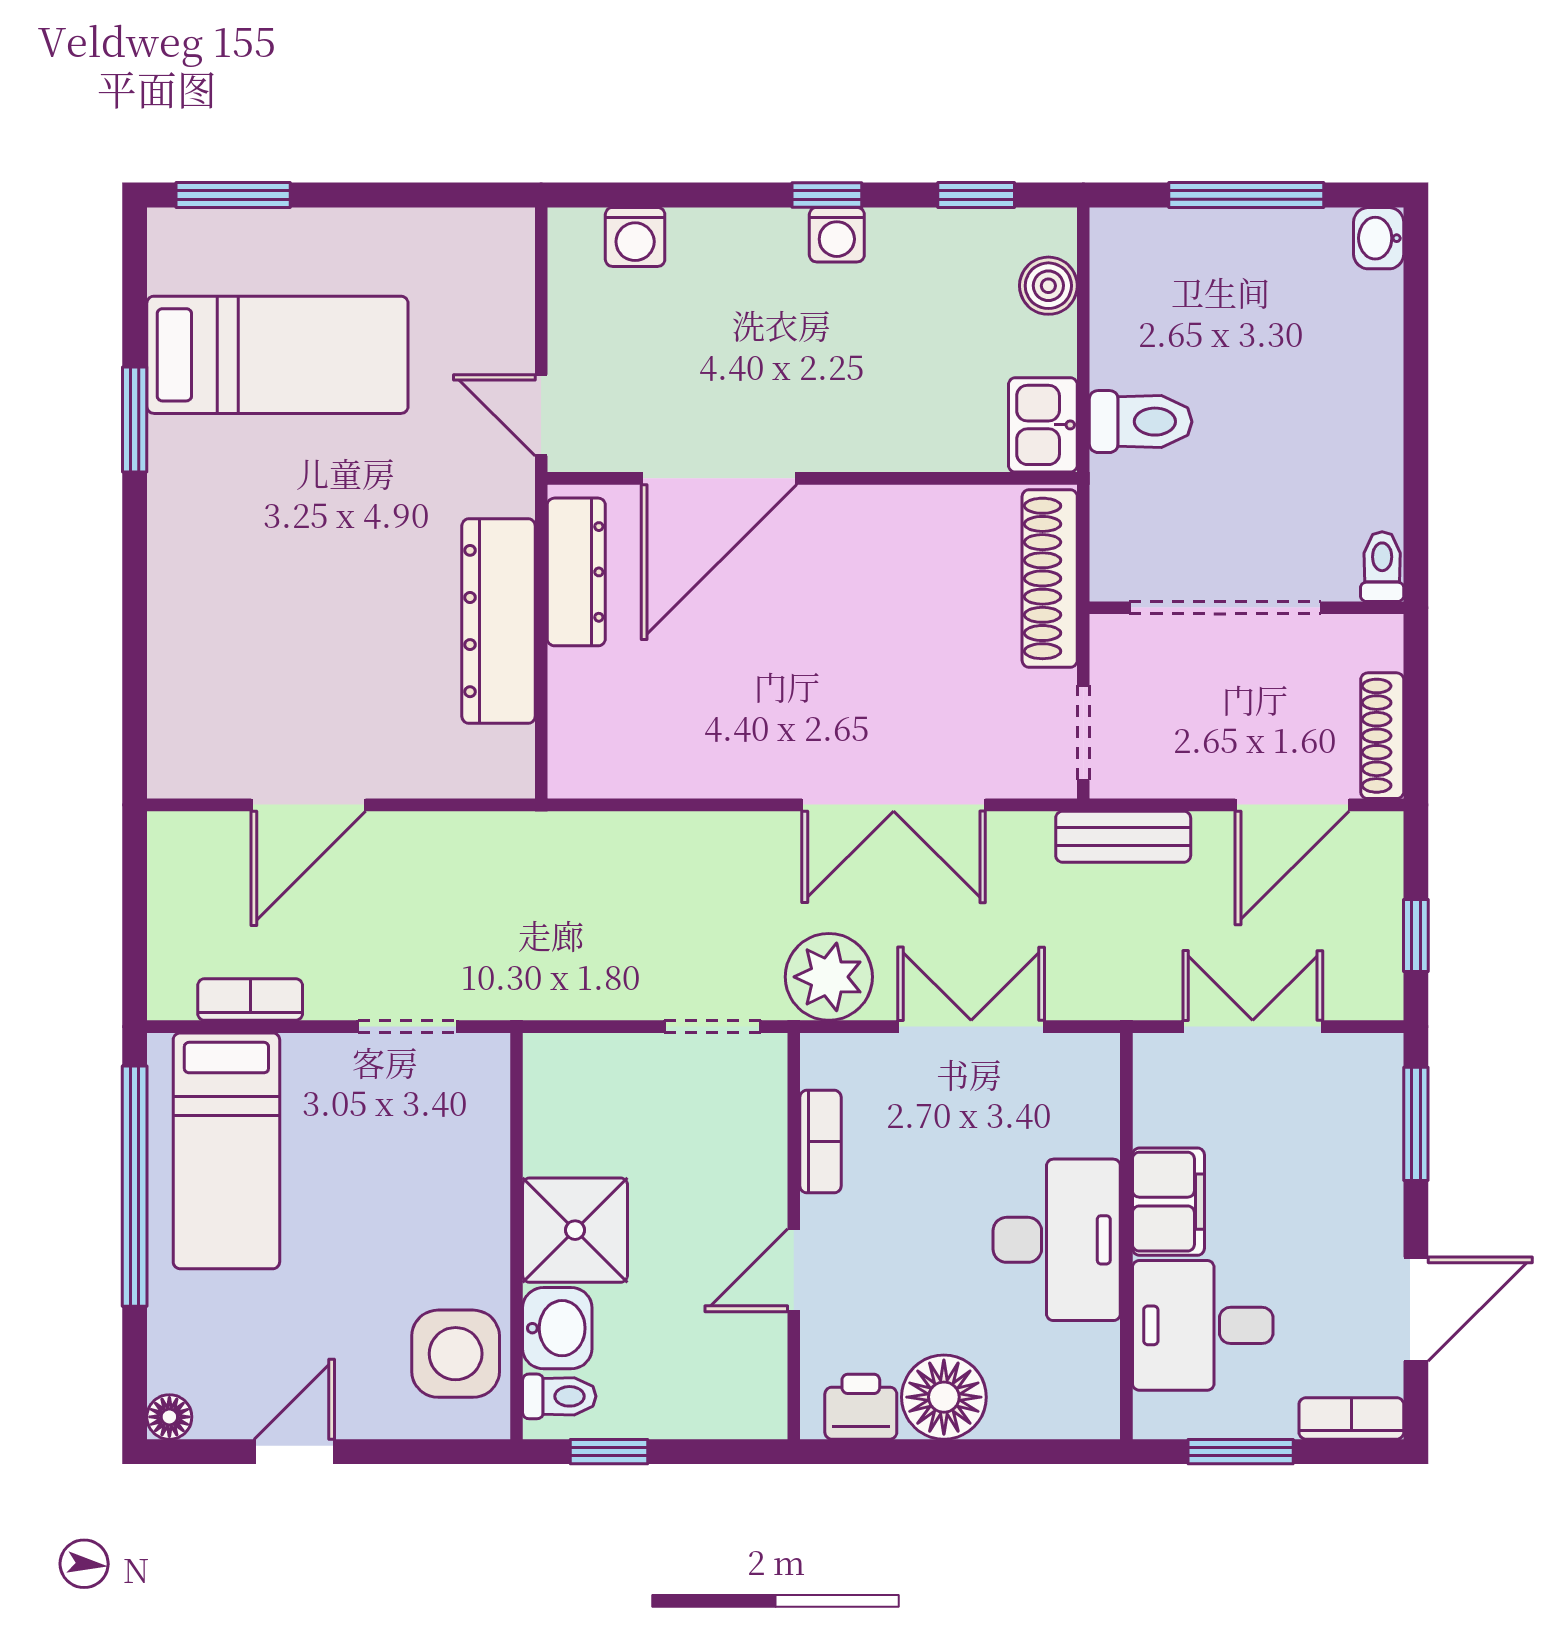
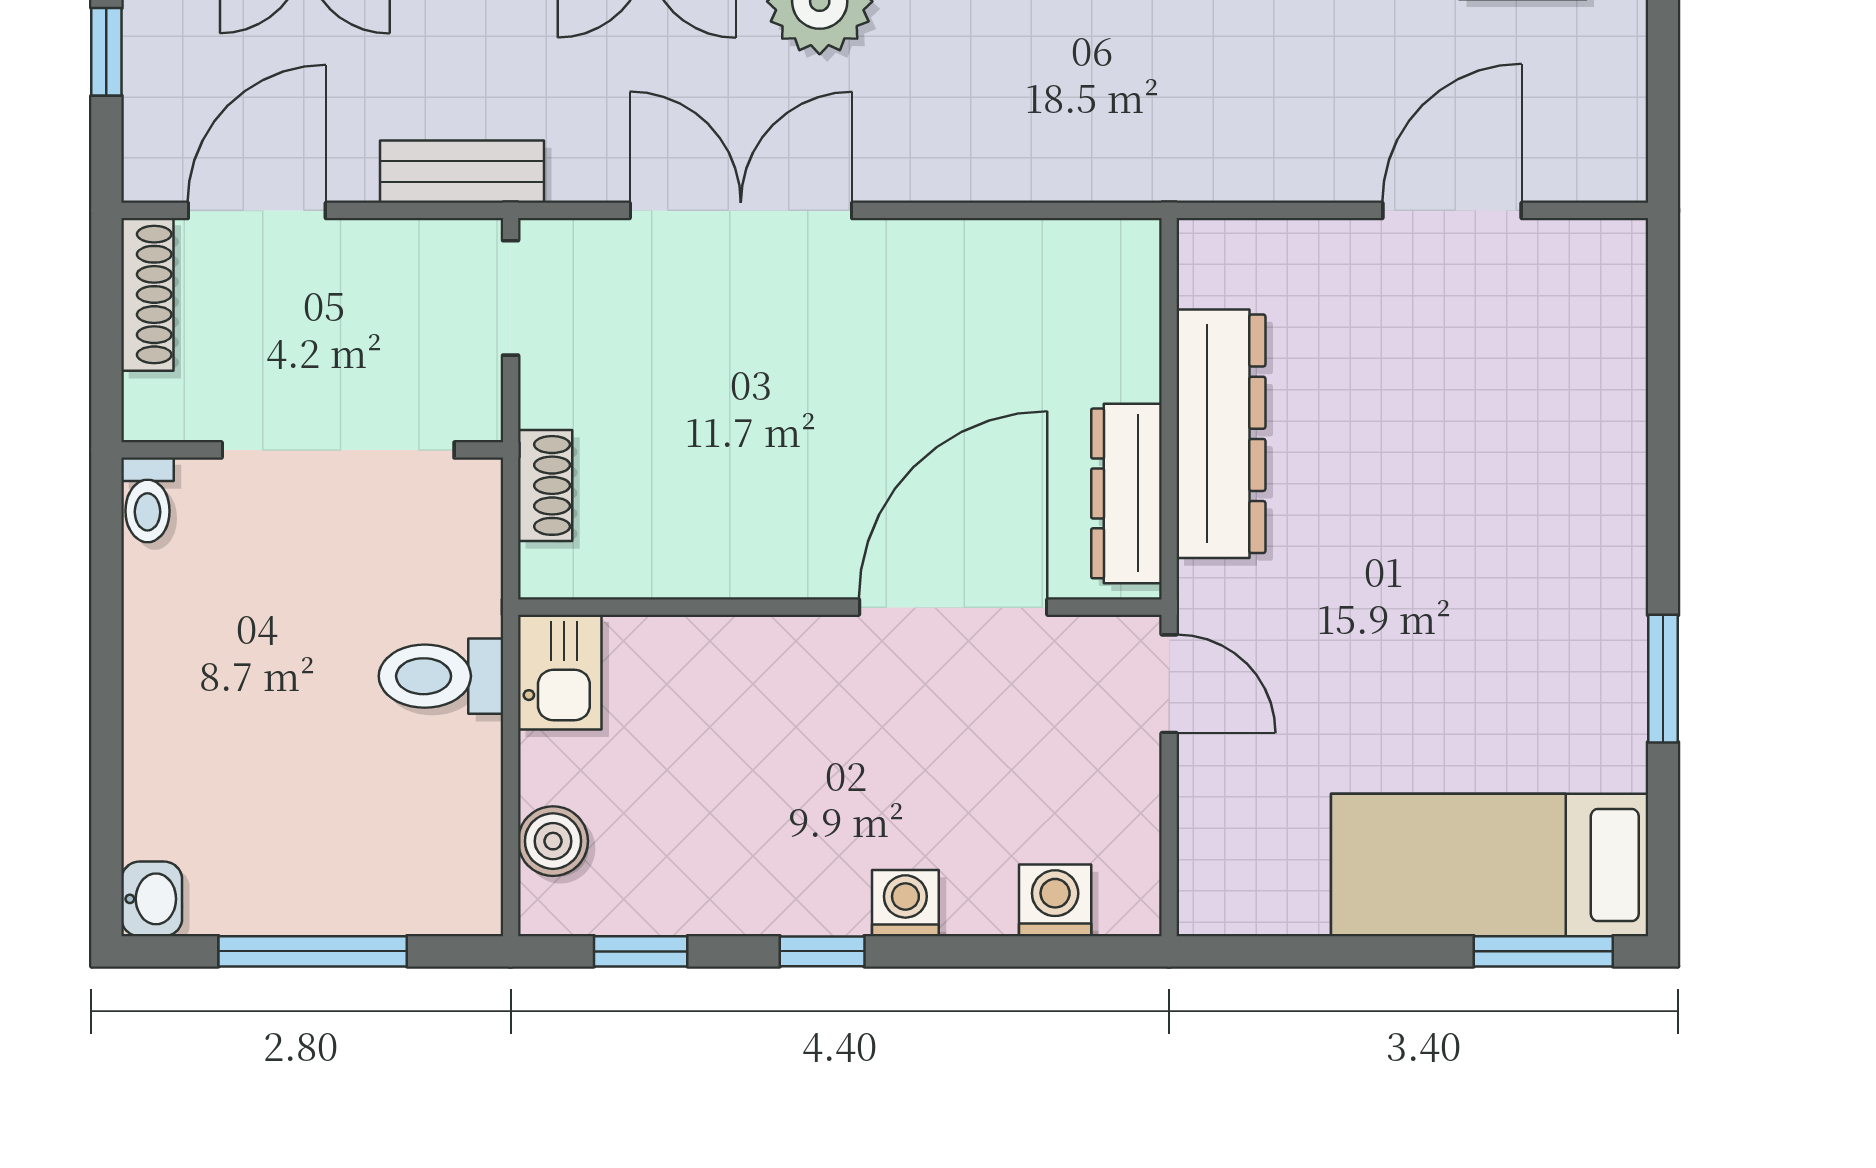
washing machine: (837, 235) -> (905, 903), moved
bed: (277, 355) -> (1490, 865), moved
shoe rack: (1050, 578) -> (545, 485), width x0.51, depth x0.81

